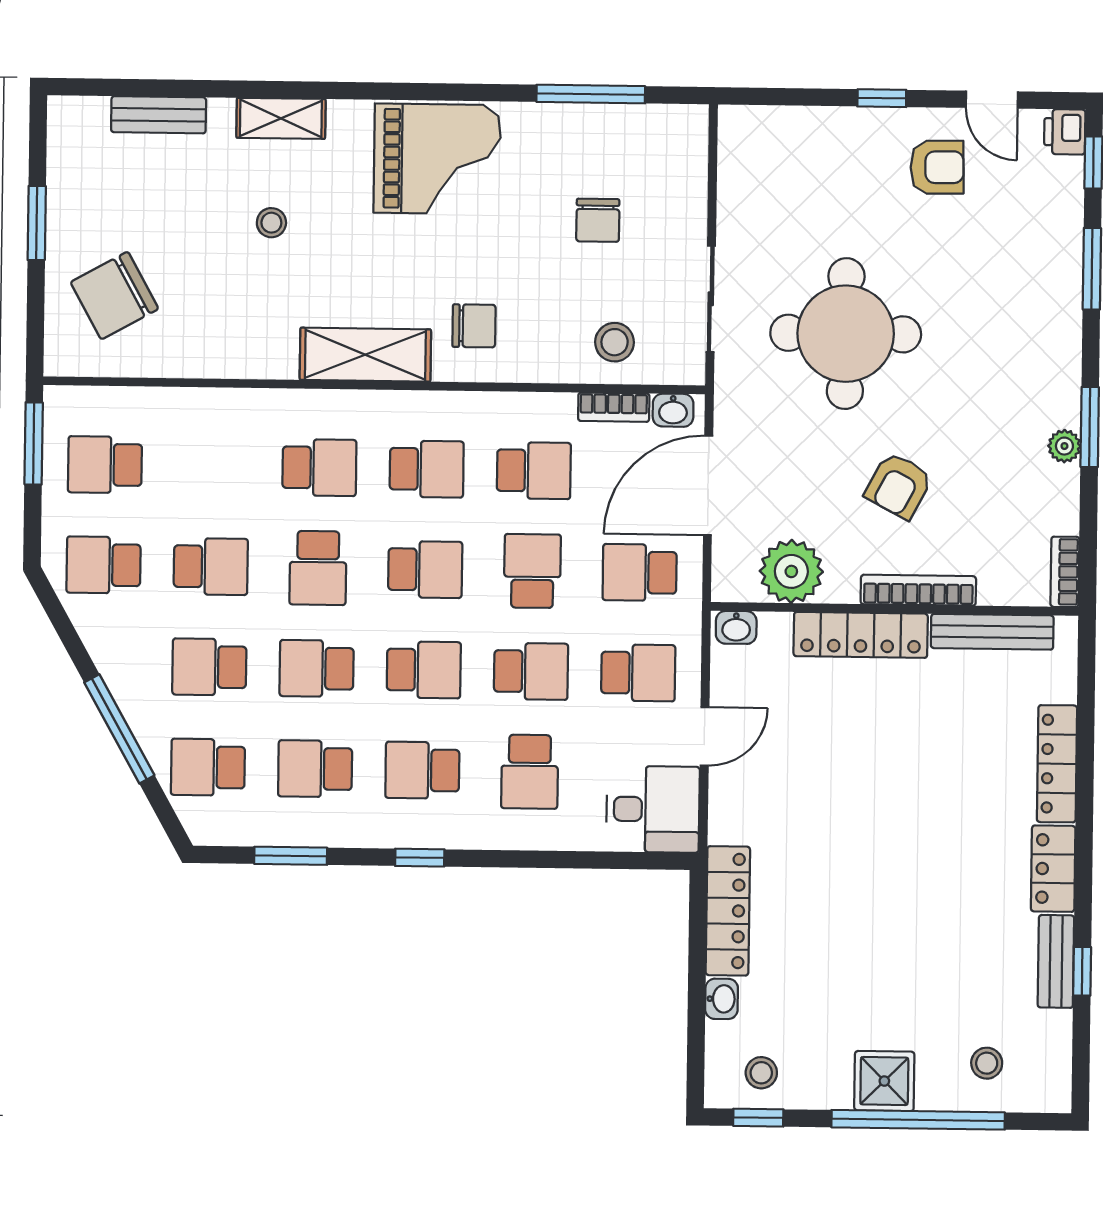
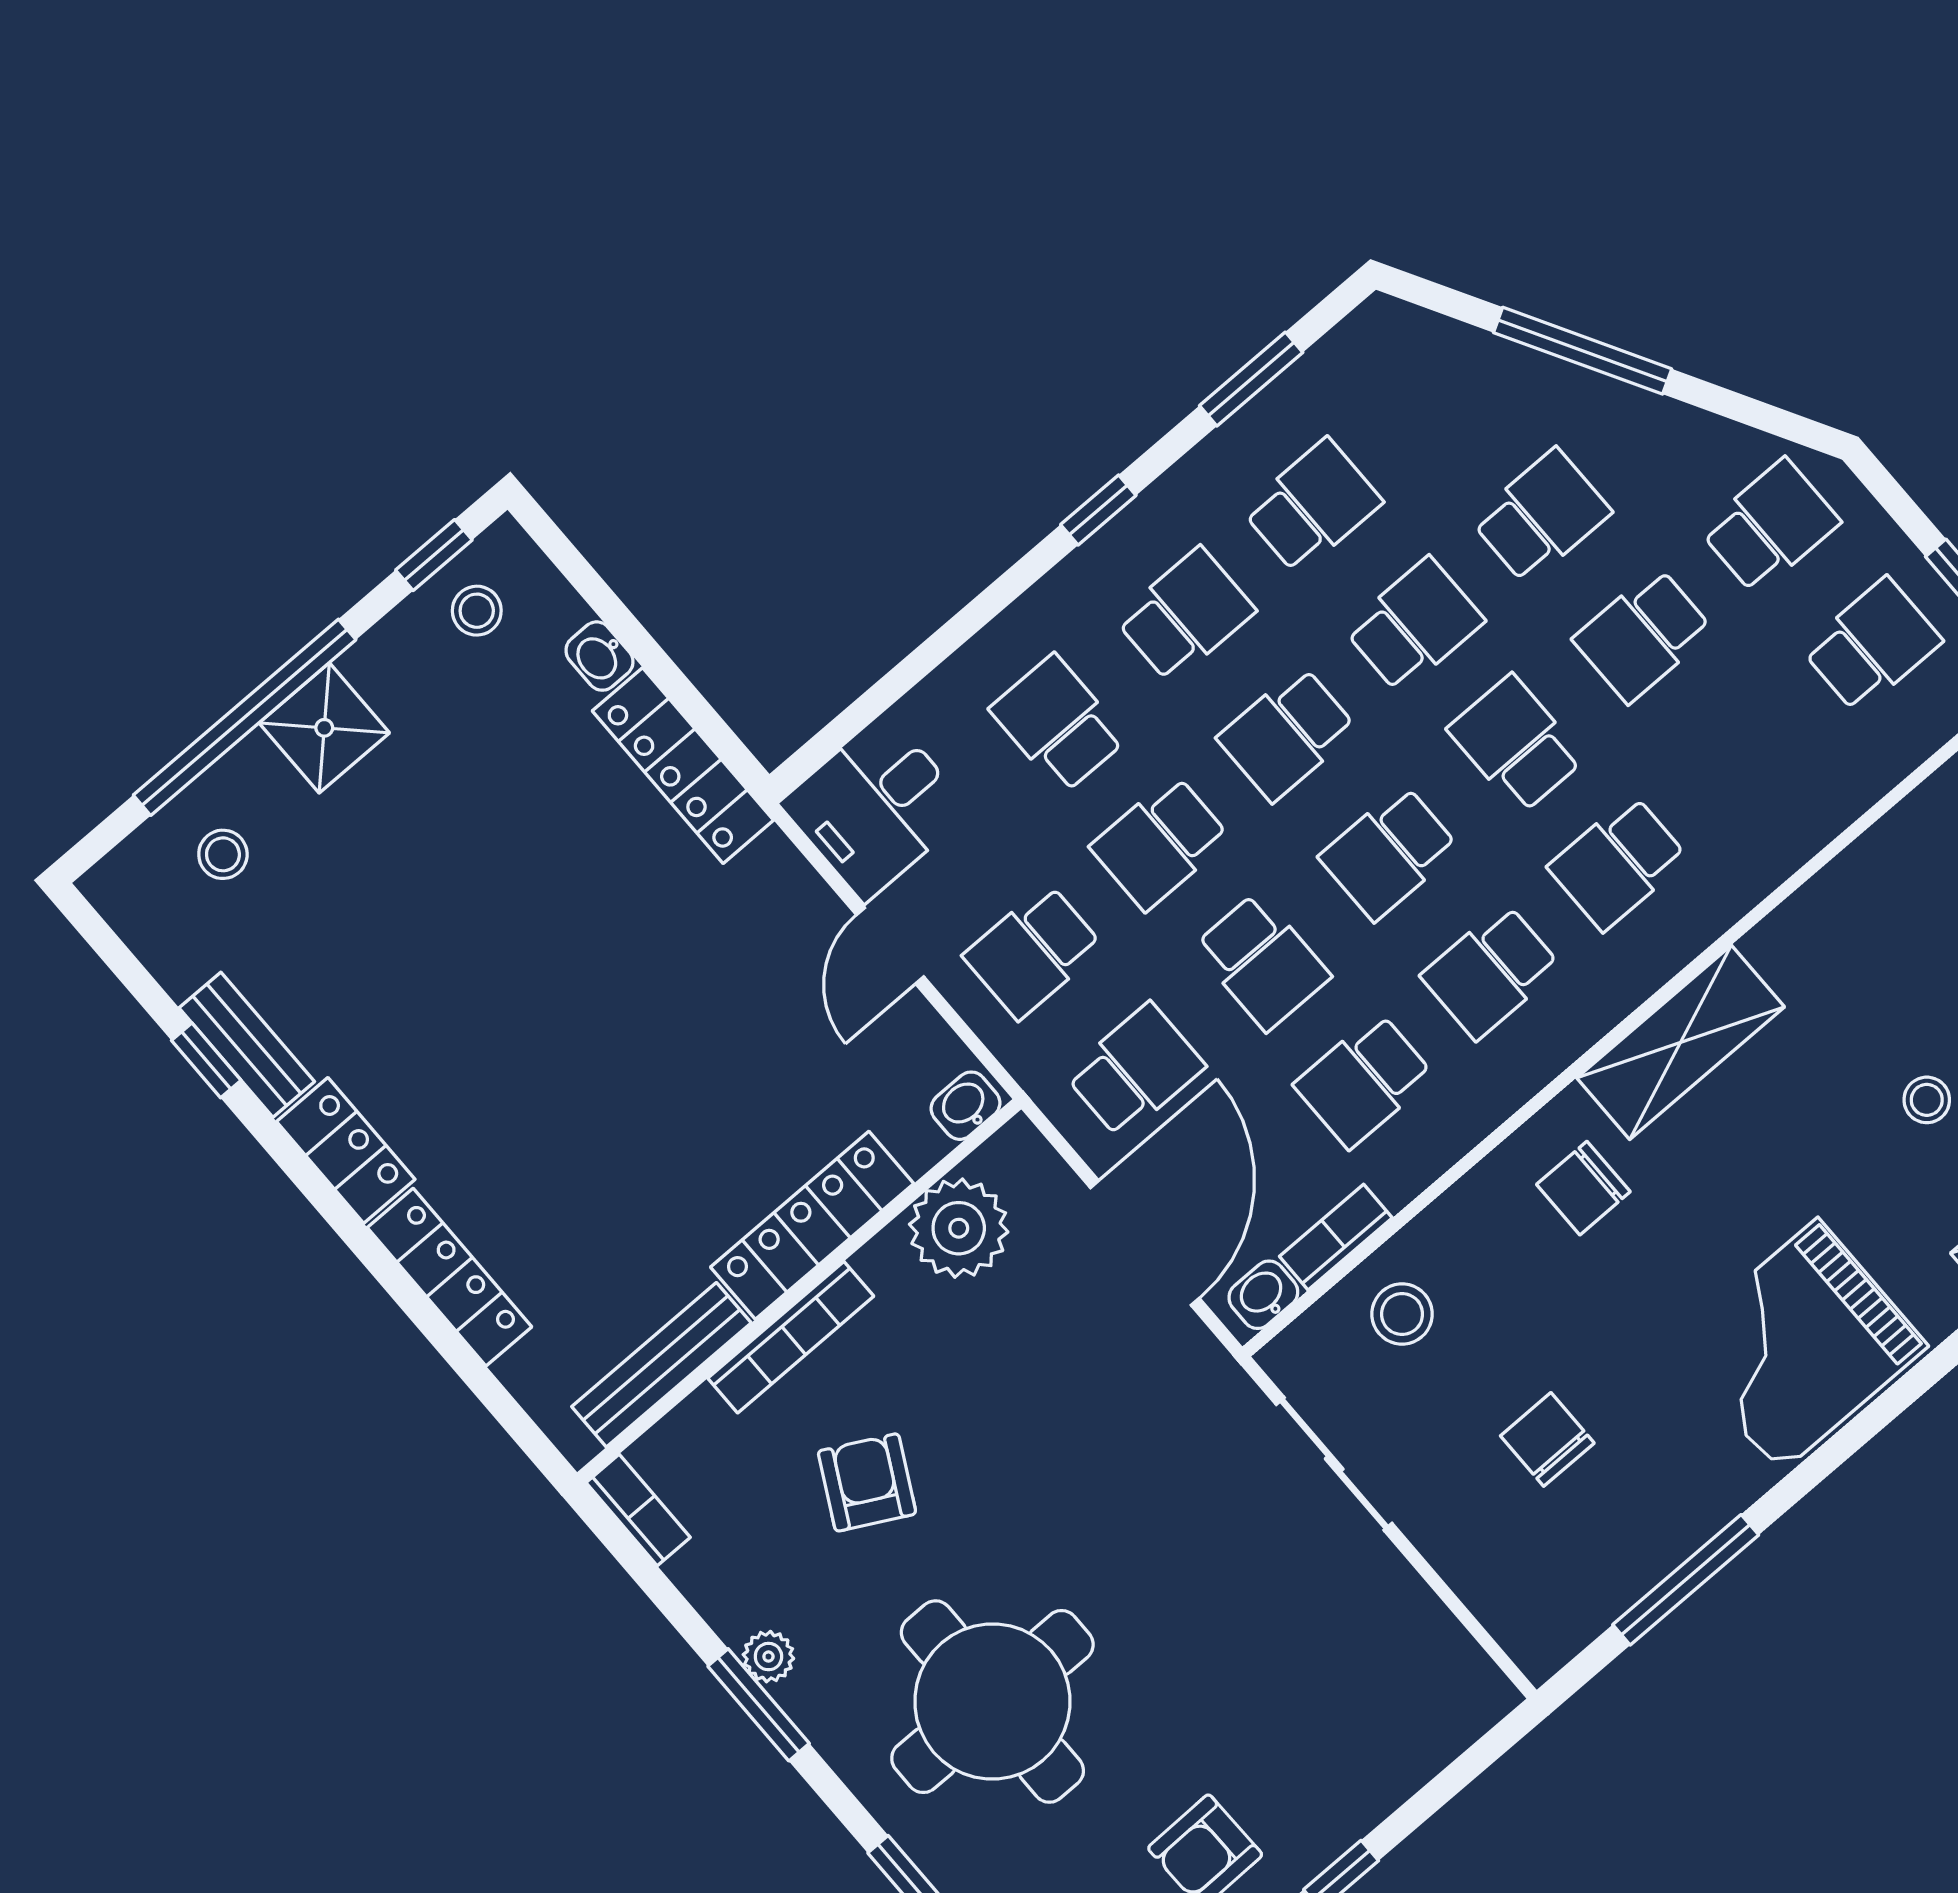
round table: (846, 334) -> (992, 1702), moved
armchair: (899, 486) -> (867, 1482), moved
school desk: (208, 767) -> (1439, 397), removed

